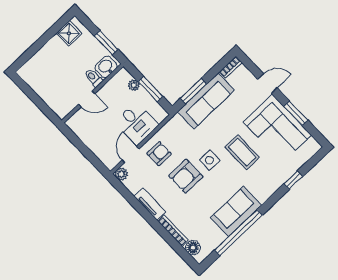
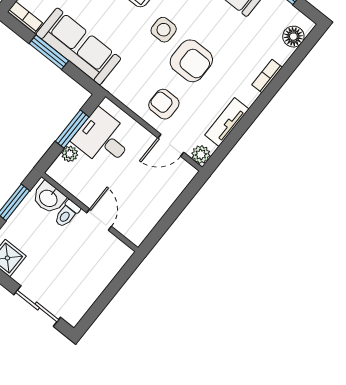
sliding door: (34, 49) -> (37, 306), added
window: (193, 91) -> (49, 52), moved
desk: (137, 123) -> (103, 139), moved, turned -90
tv unit: (150, 204) -> (227, 122), moved
bookcase: (173, 231) -> (267, 76), width x0.64

